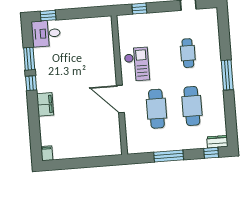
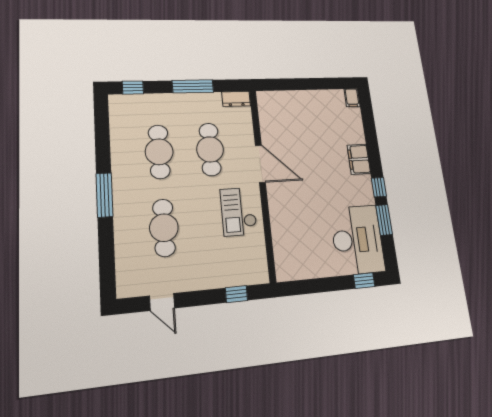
desk: (46, 33) -> (357, 240), width x1.87, depth x1.30
cafe table: (188, 53) -> (164, 228), width x1.37, depth x1.35
dresser: (217, 142) -> (236, 99), moved

